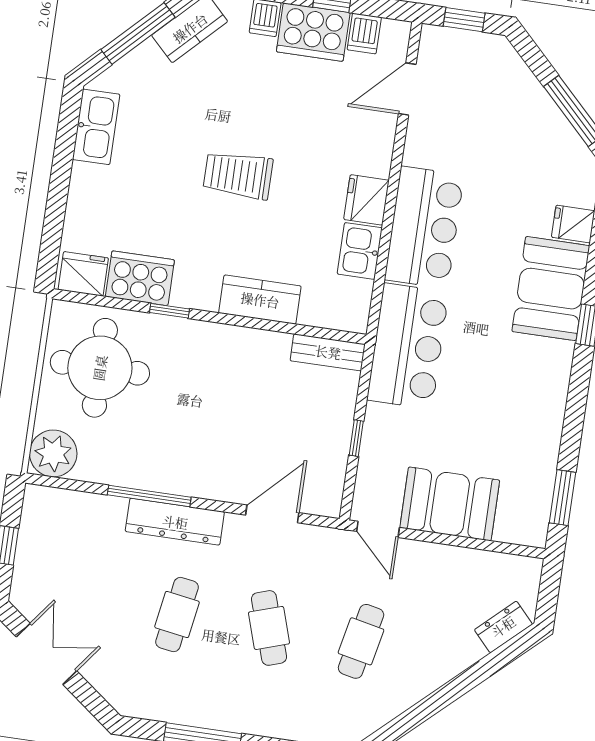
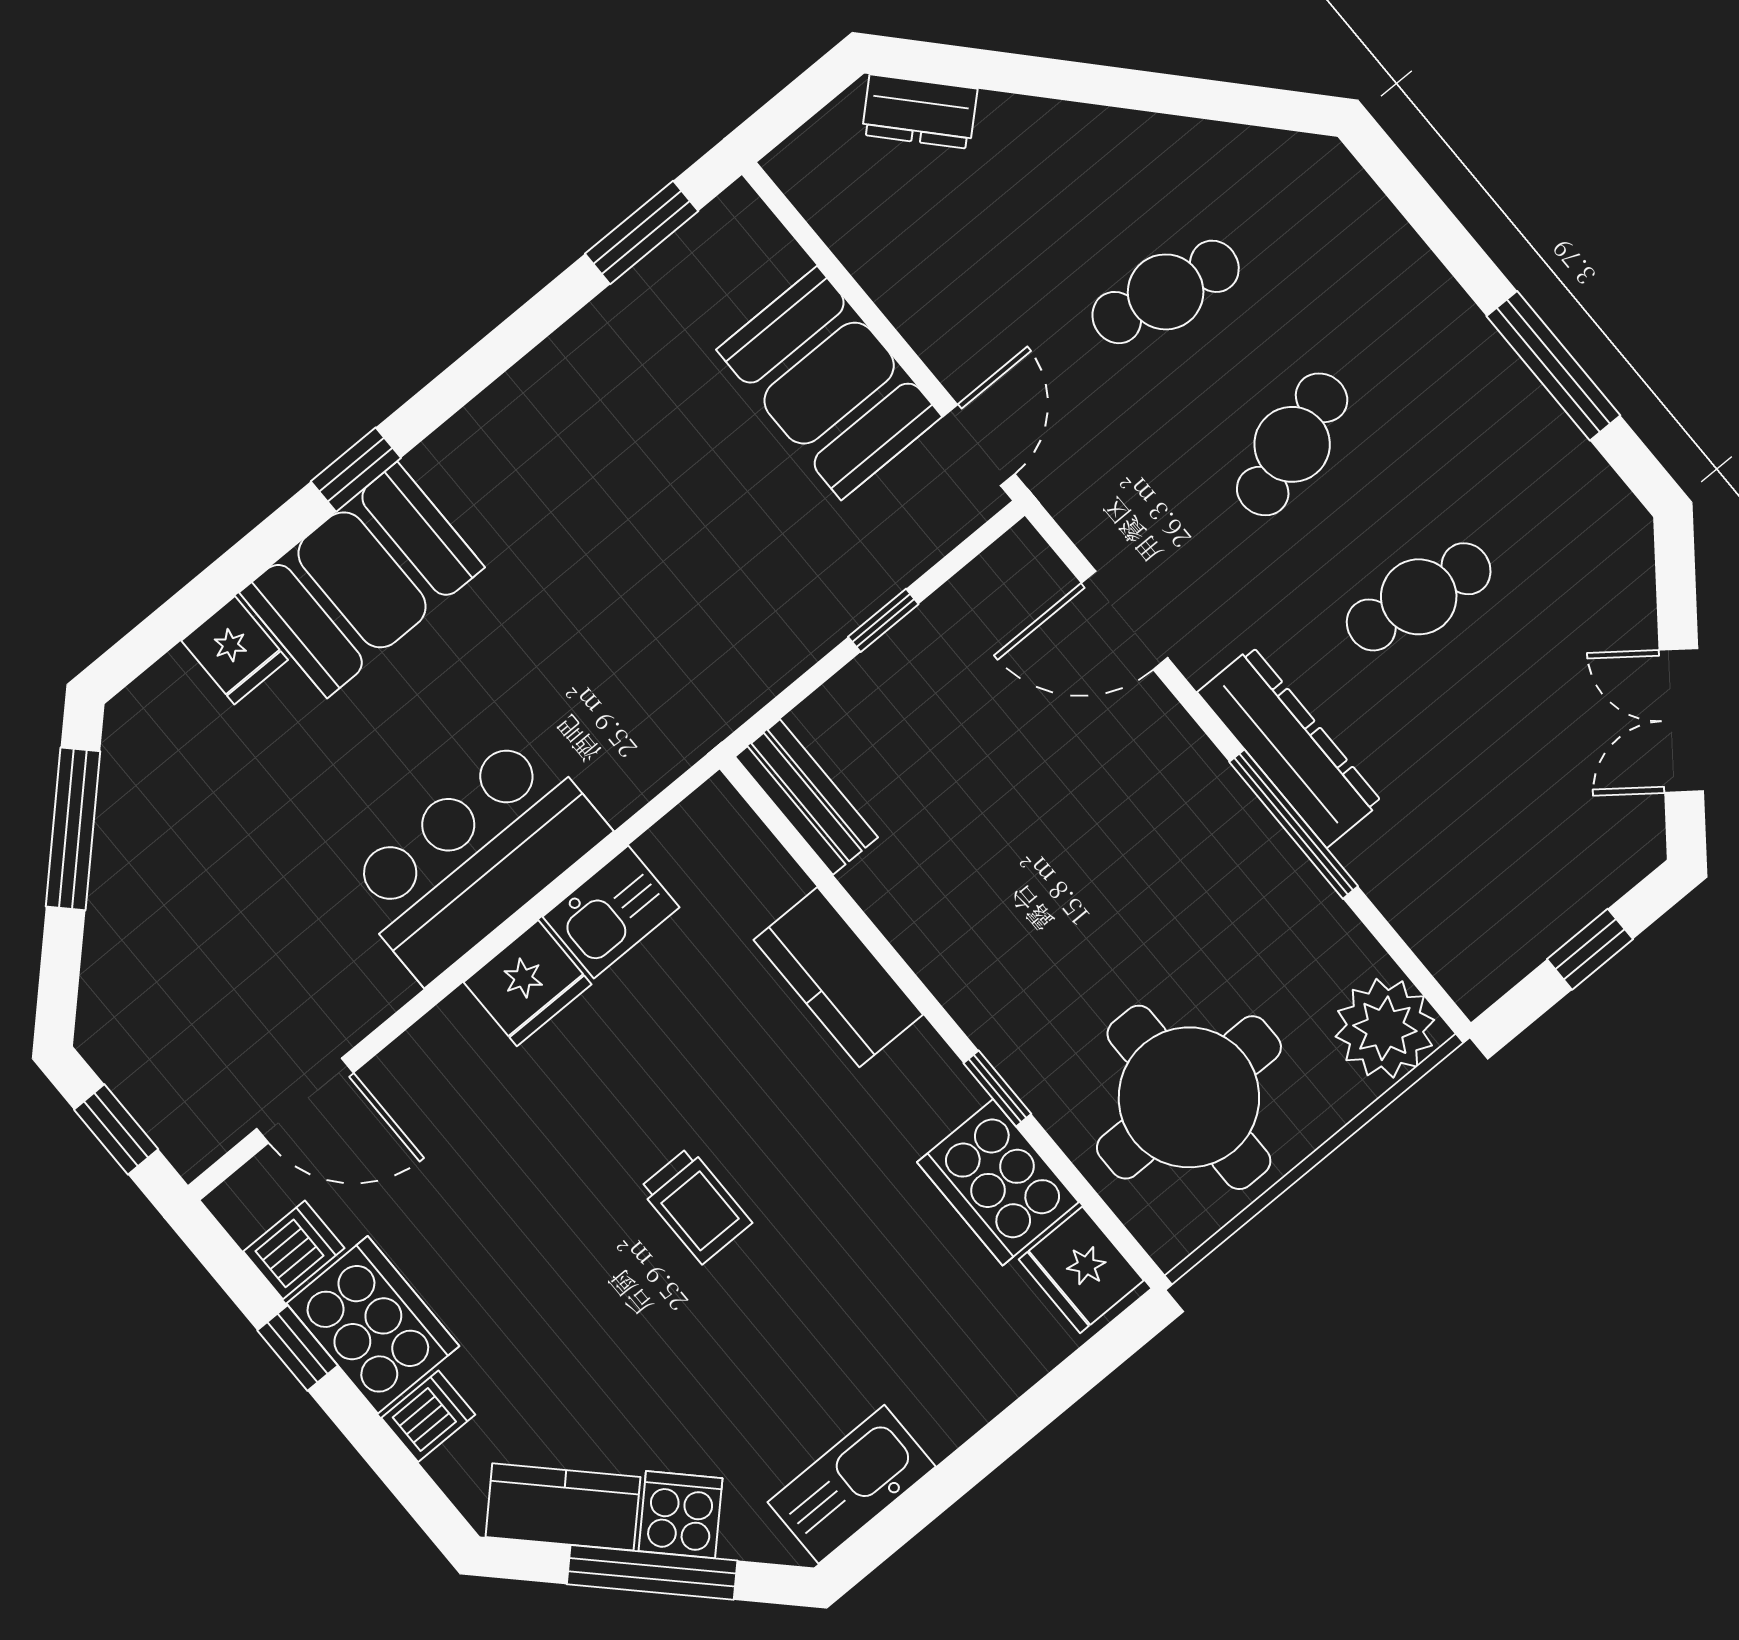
cooker: (146, 63) -> (681, 1515), added
trolley: (238, 175) -> (696, 1206), width x0.73, depth x0.72
bar counter: (408, 346) -> (670, 693), removed

